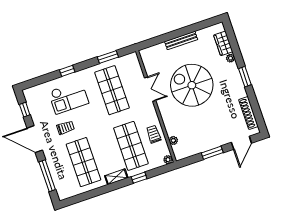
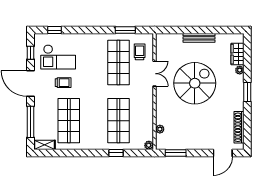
window: (67, 71) -> (55, 30), moved
spiral stairs: (192, 85) -> (195, 83), turned 90
checkout: (69, 97) -> (58, 57), moved
trolley: (154, 134) -> (140, 52), moved
window: (212, 153) -> (176, 153), moved
shelving: (116, 177) -> (45, 145), moved

